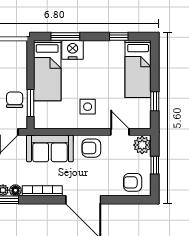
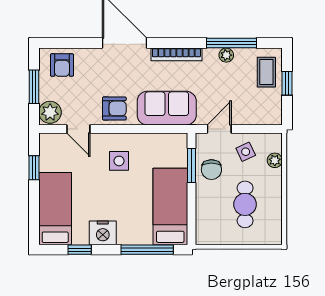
window: (65, 37) -> (147, 250), width x1.44
nightstand: (73, 50) -> (103, 233), moved
window: (155, 165) -> (34, 87), width x1.50
armchair: (133, 182) -> (62, 65), turned 90
floor lamp: (15, 190) -> (210, 55), removed

